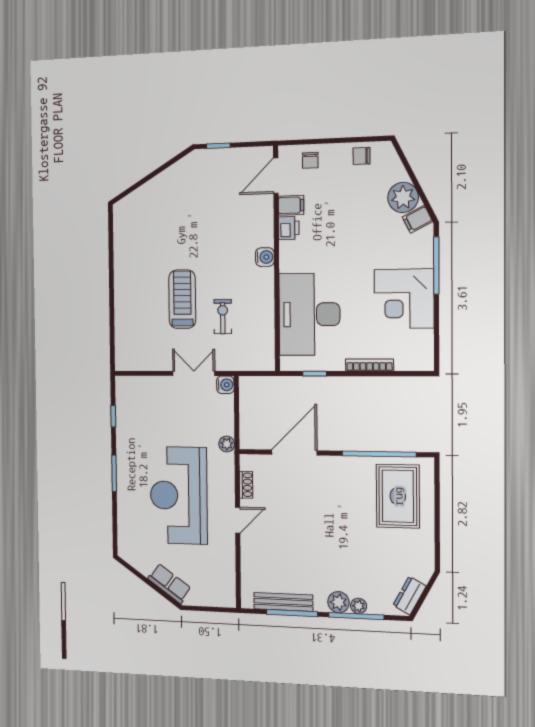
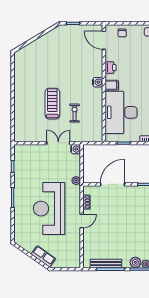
door: (276, 176) -> (104, 40), hinge flipped
filing cabinet: (291, 205) -> (112, 85), moved

